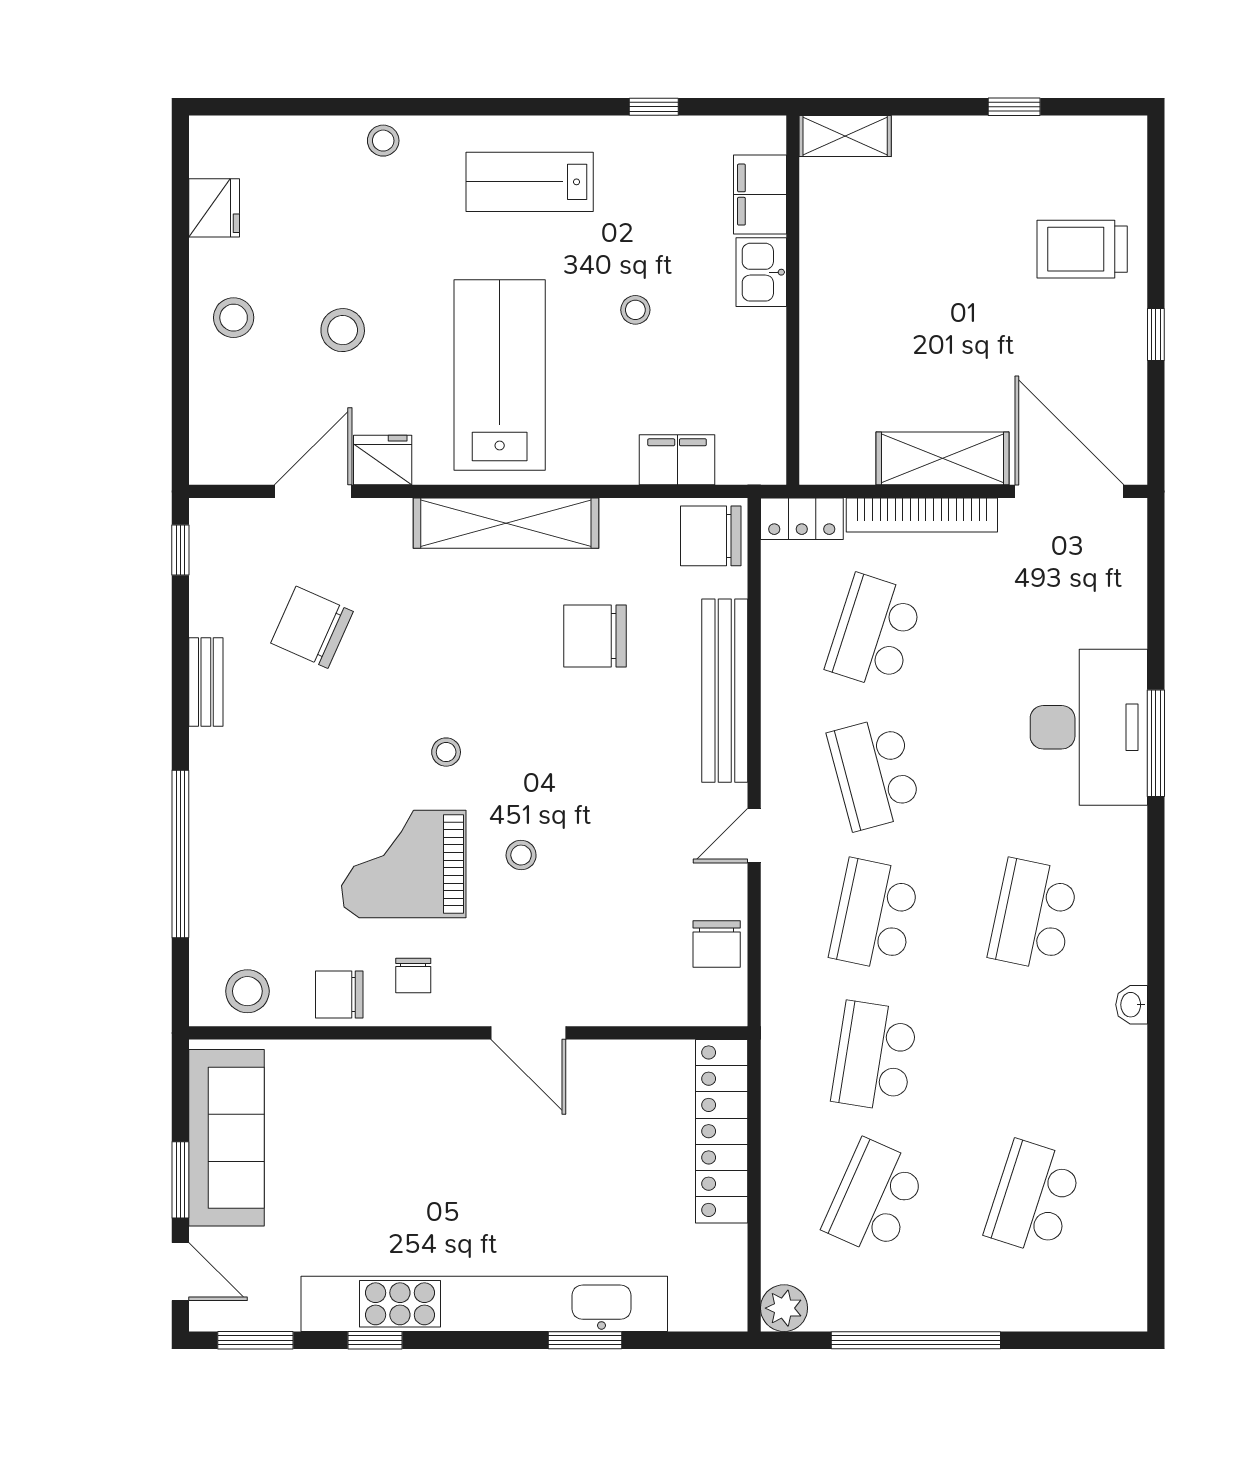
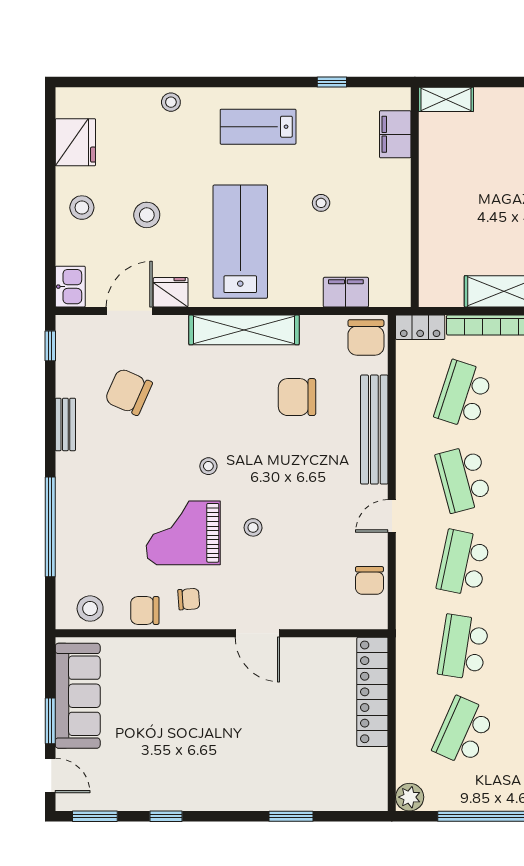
fridge: (214, 208) -> (75, 142), width x1.36, depth x1.34
kitchen sink: (761, 272) -> (70, 287), moved, turned 180
chair: (711, 536) -> (366, 337), turned -90
chair: (413, 975) -> (189, 599), turned -94
kitchen unit: (484, 1304) -> (231, 795), removed

